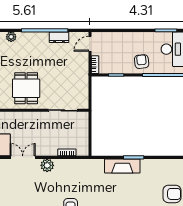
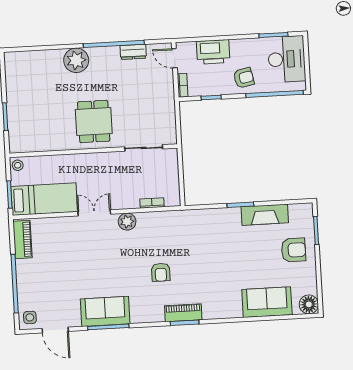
plant: (11, 37) -> (76, 60), width x1.88, depth x1.88
printer: (120, 41) -> (213, 52), added
door: (90, 44) -> (174, 58), hinge flipped
armchair: (142, 62) -> (244, 78), turned 84
fireplace: (122, 166) -> (265, 215), moved

